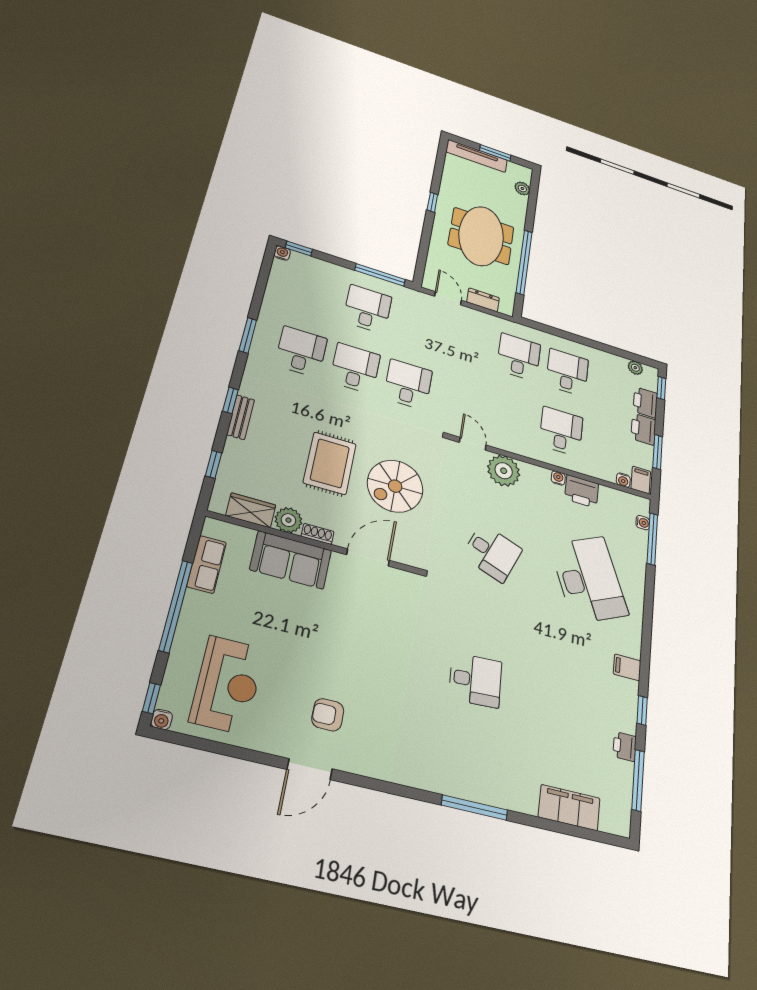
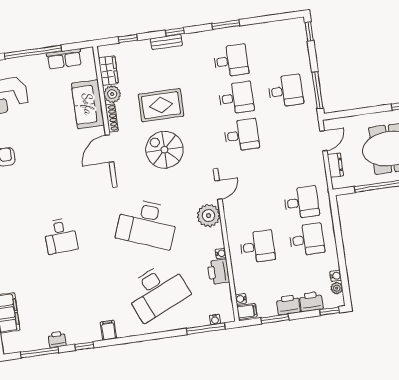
water cooler: (282, 253) -> (336, 276), moved
shoe rack: (318, 534) -> (112, 118), width x1.43
desk: (492, 553) -> (147, 224), width x1.87, depth x1.30
door: (368, 558) -> (109, 149), swing flipped

